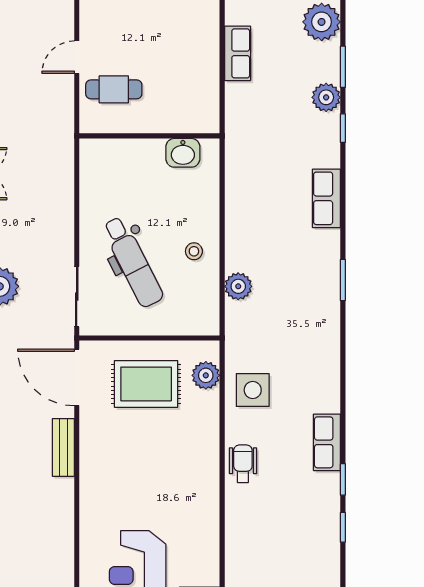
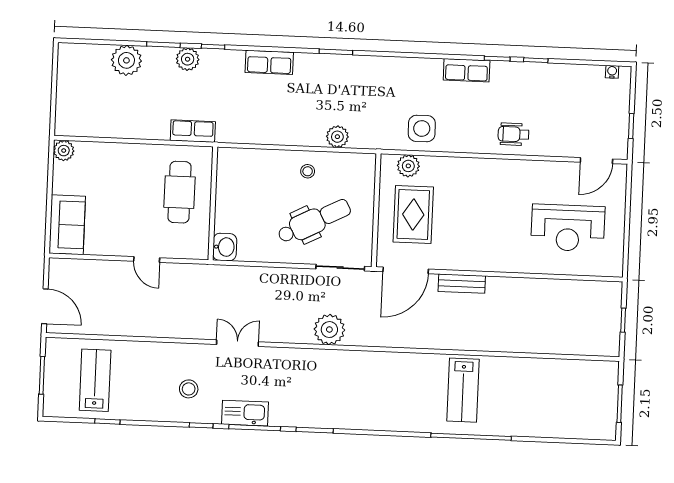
row of seats: (238, 53) -> (193, 131), moved
cafe table: (114, 89) -> (180, 192), moved, width x1.37, depth x1.35
washbasin: (183, 153) -> (225, 247), moved
wheelchair: (243, 464) -> (514, 134), moved

